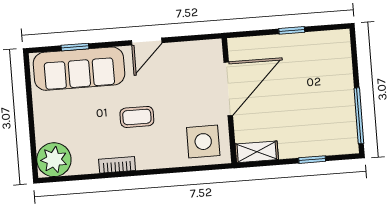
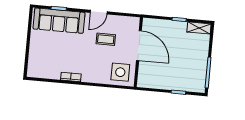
door: (228, 89) -> (139, 46), hinge flipped
coffee table: (137, 117) -> (106, 39), moved
shelving: (257, 152) -> (199, 28), moved
plant: (54, 160) -> (37, 68), removed

